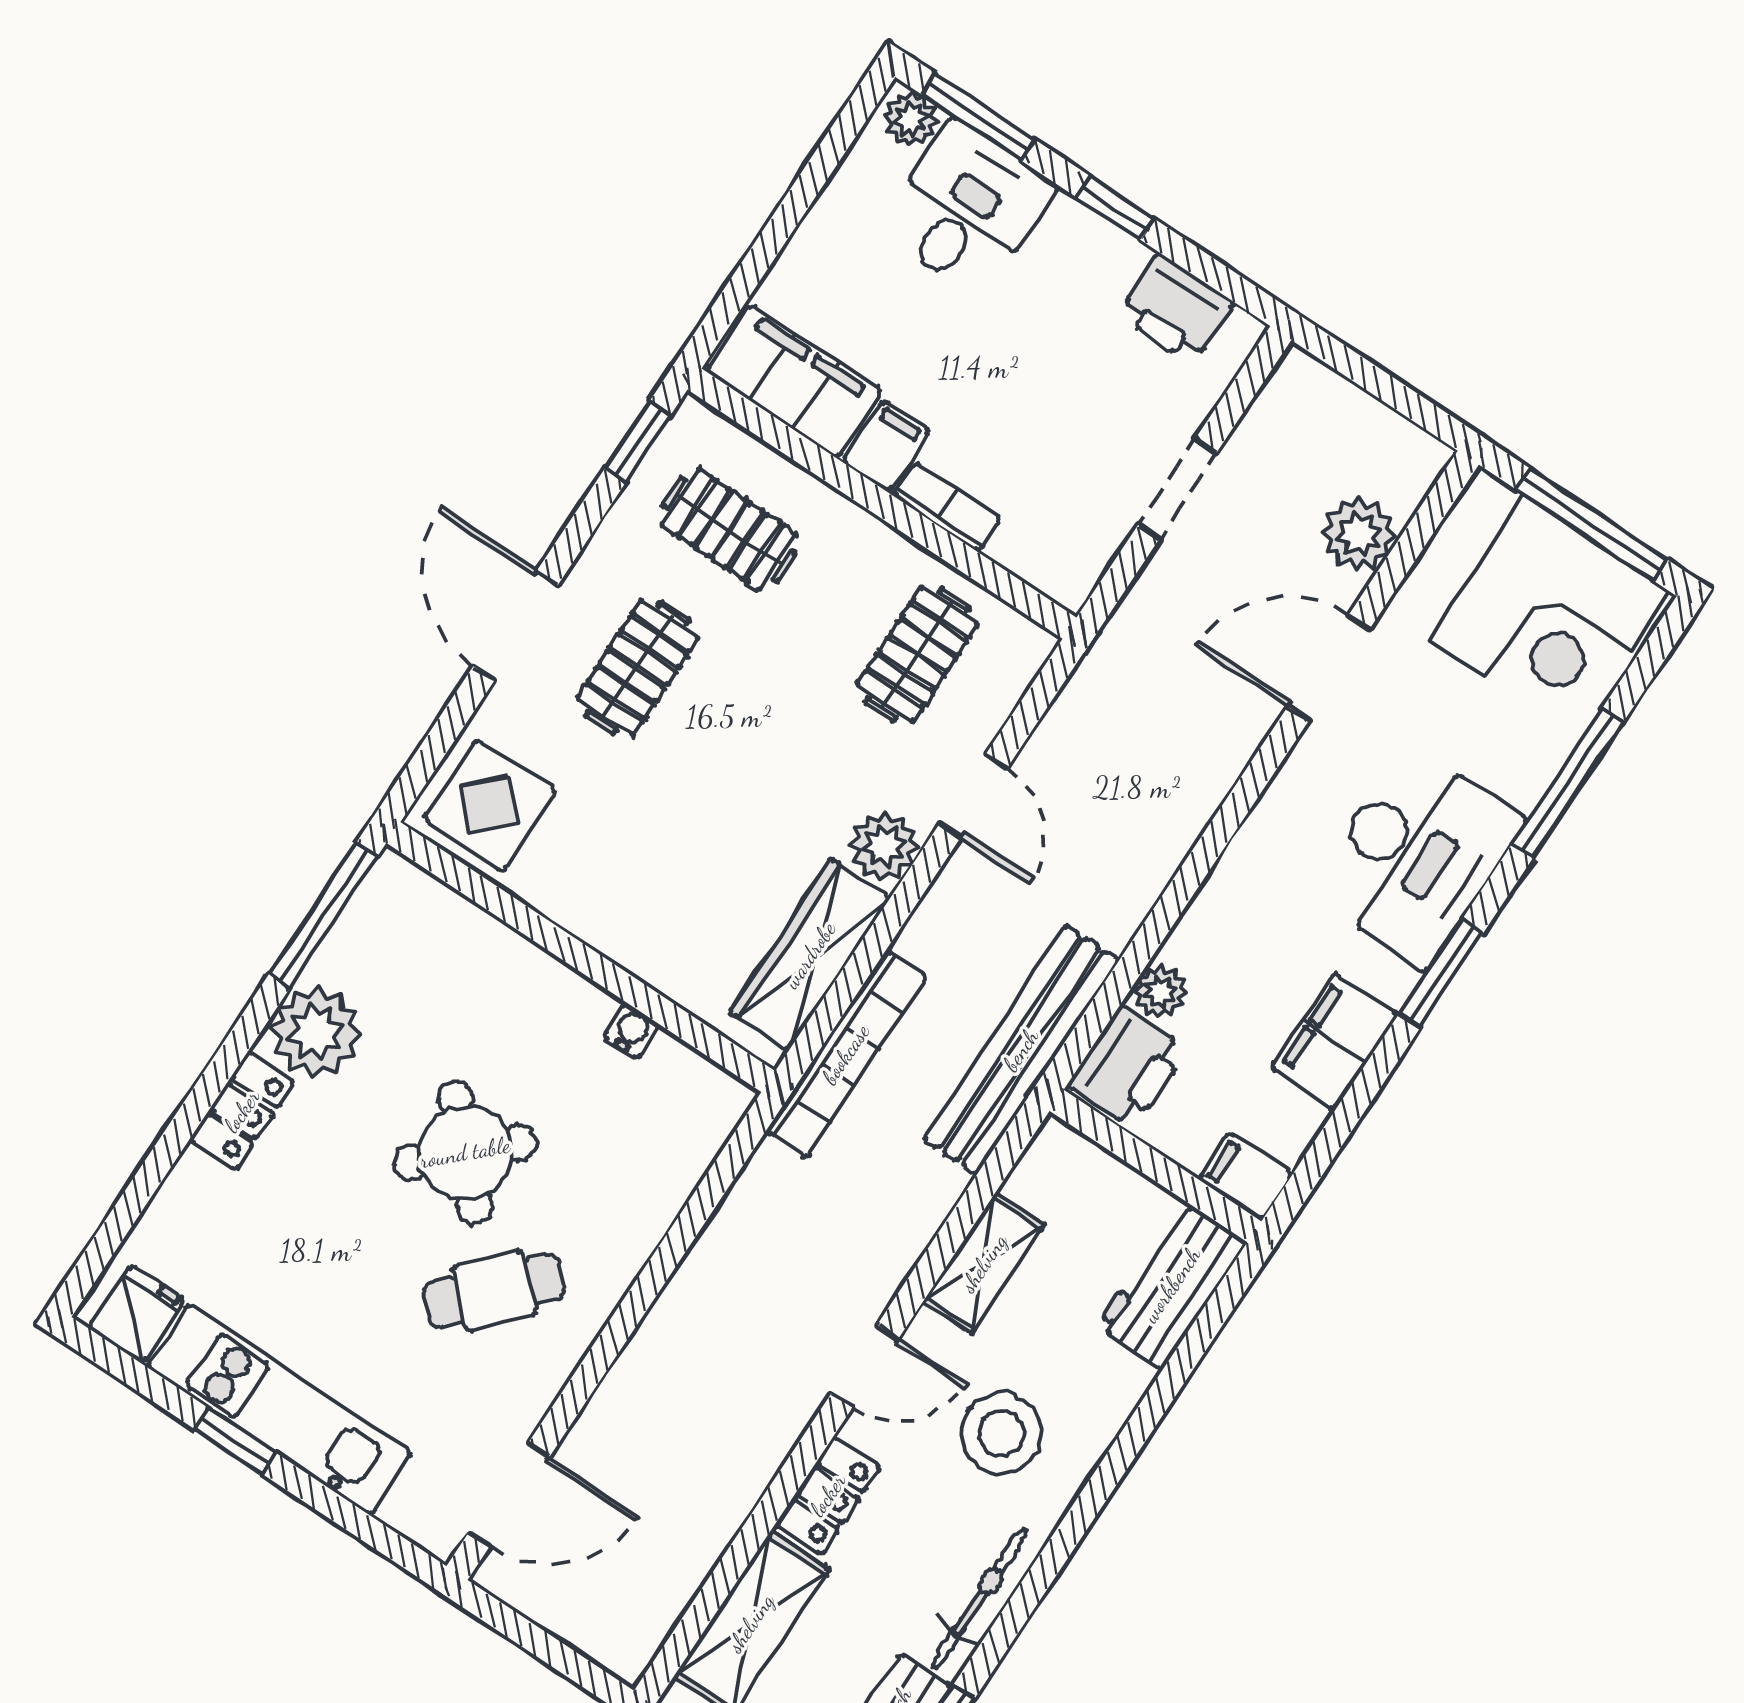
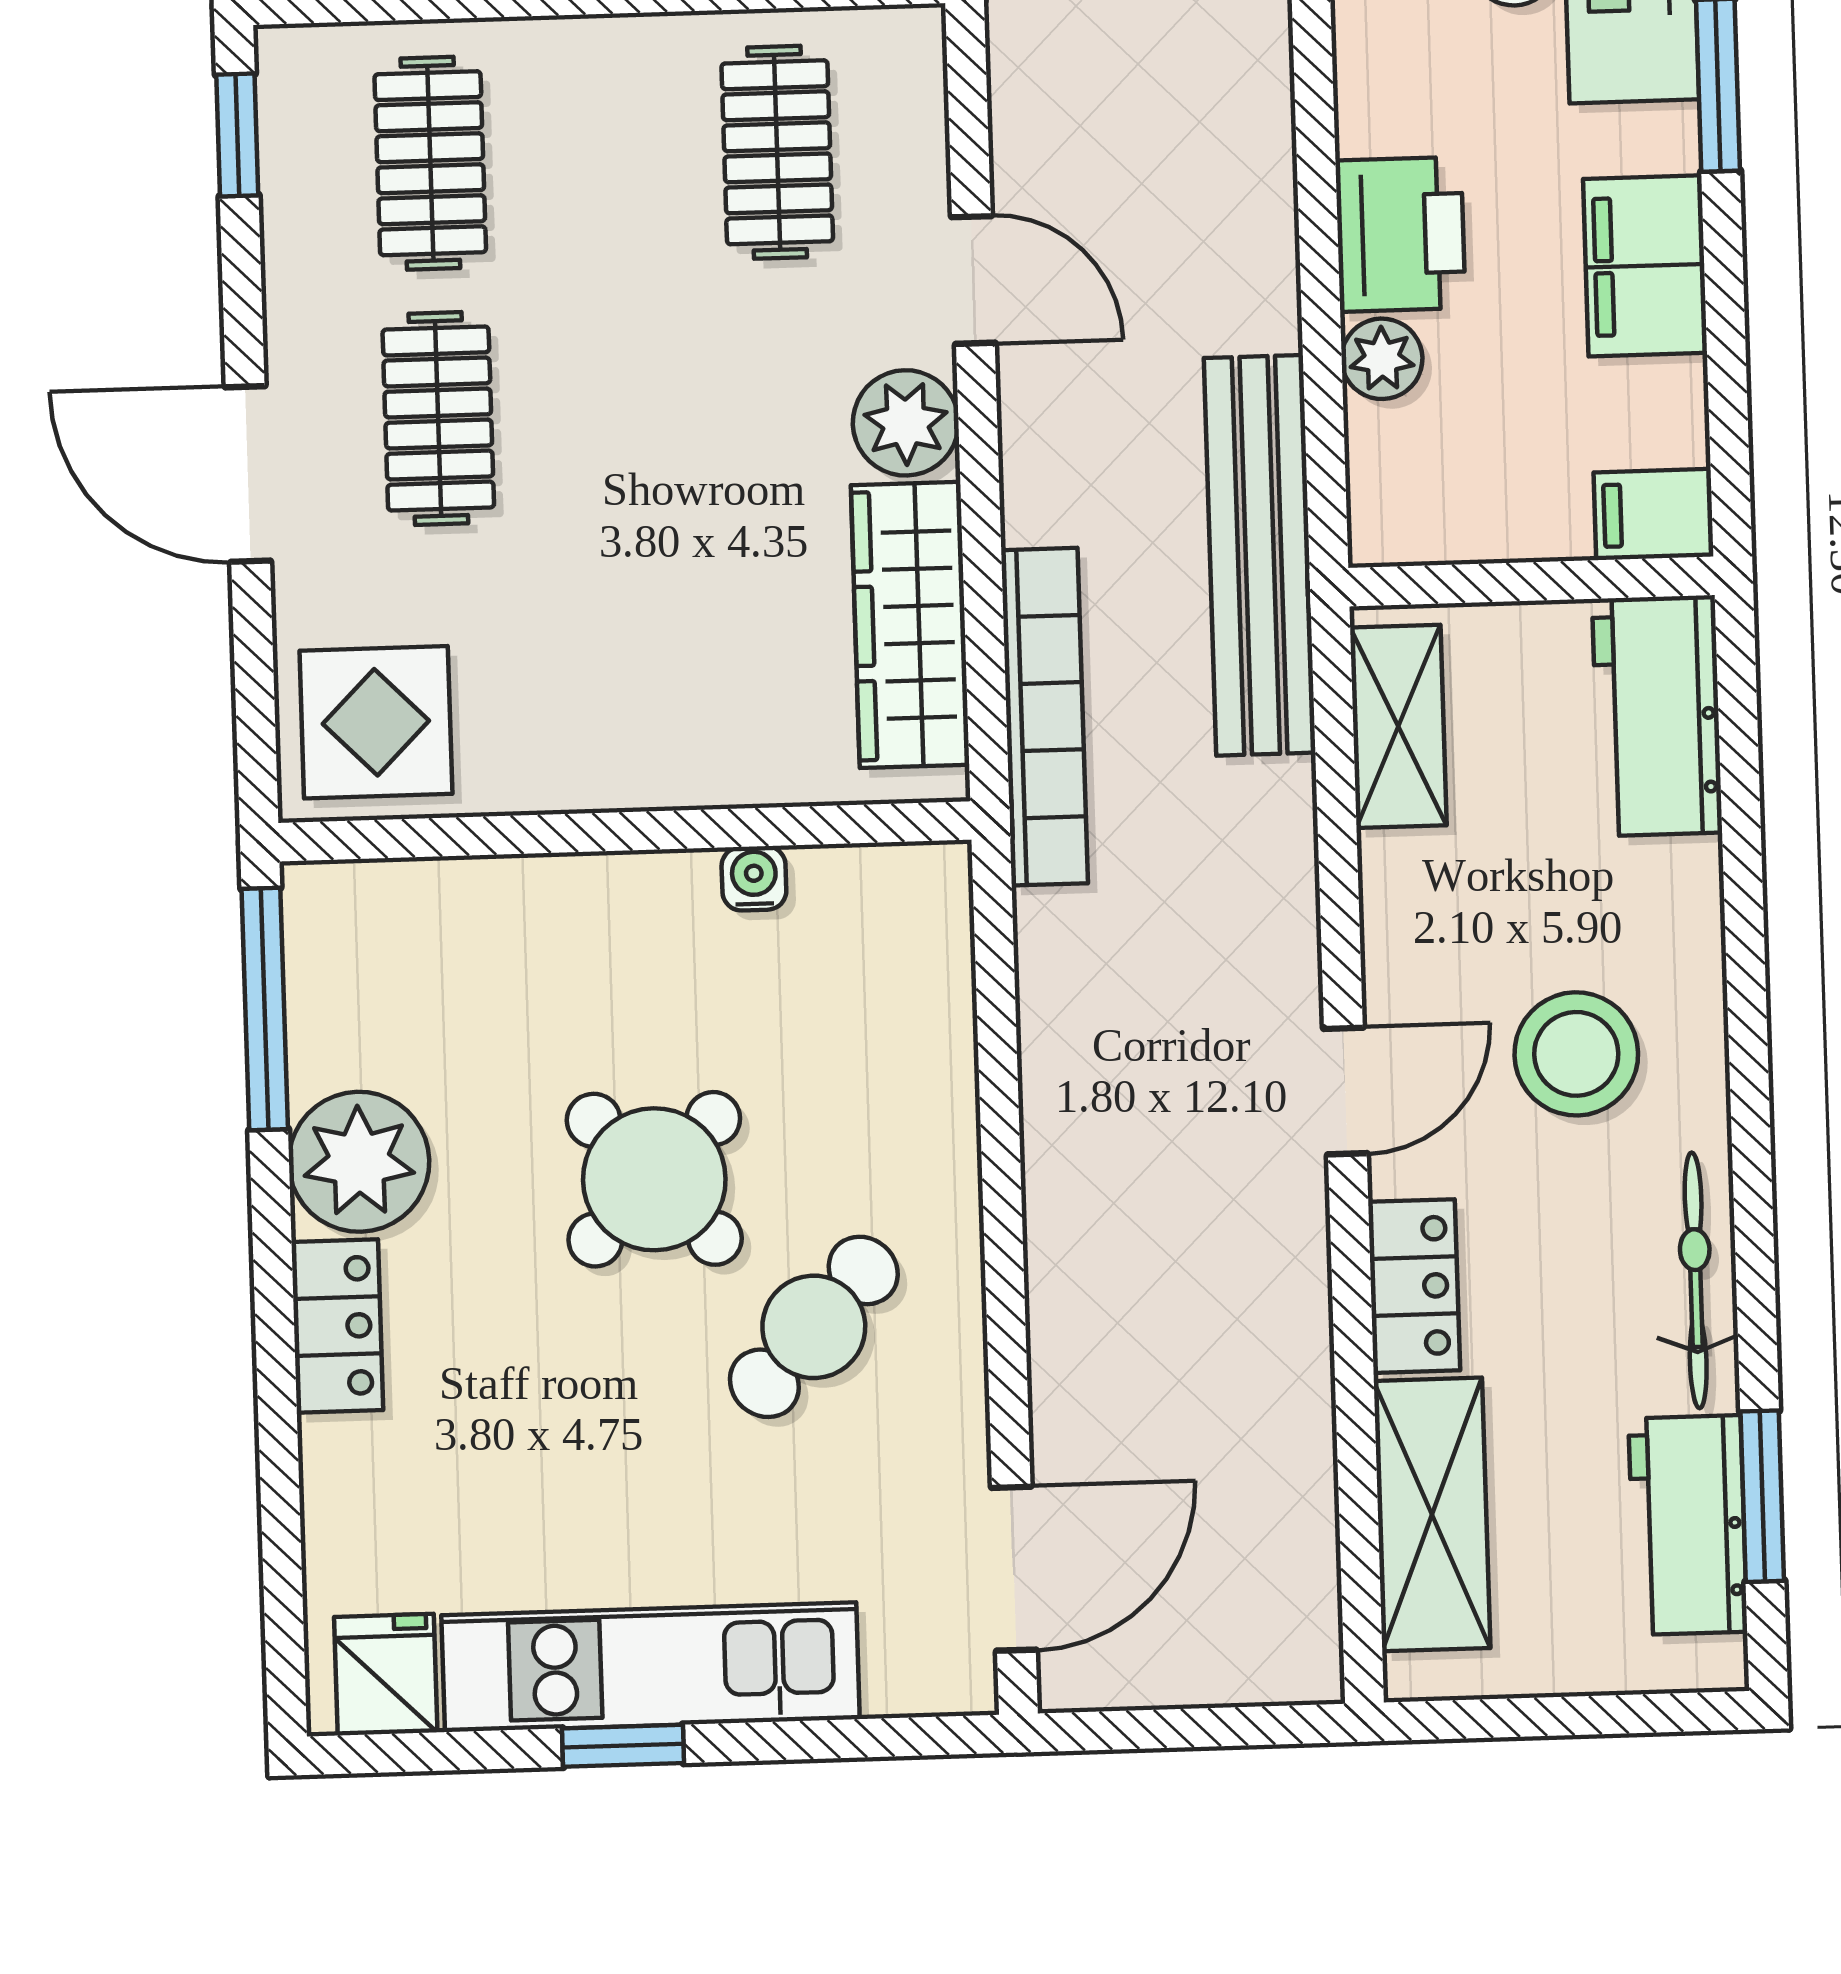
clothes rail: (729, 530) -> (430, 163), turned 90
printer: (1128, 1067) -> (1400, 234), moved
shelving: (984, 1263) -> (1398, 726), moved

